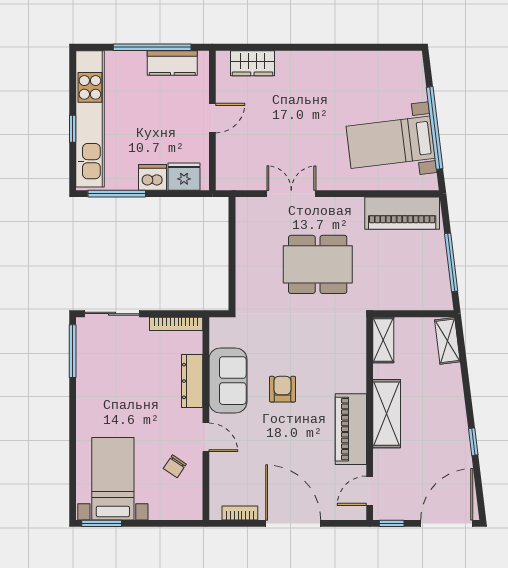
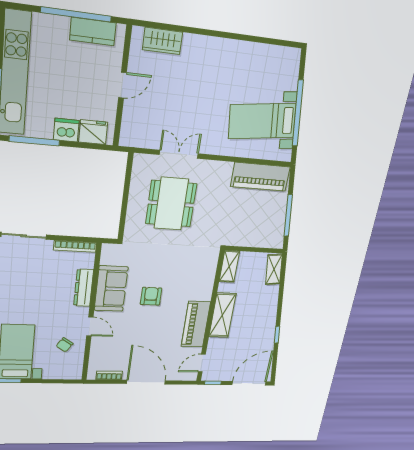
dining table: (318, 264) -> (171, 204), moved, turned 90

